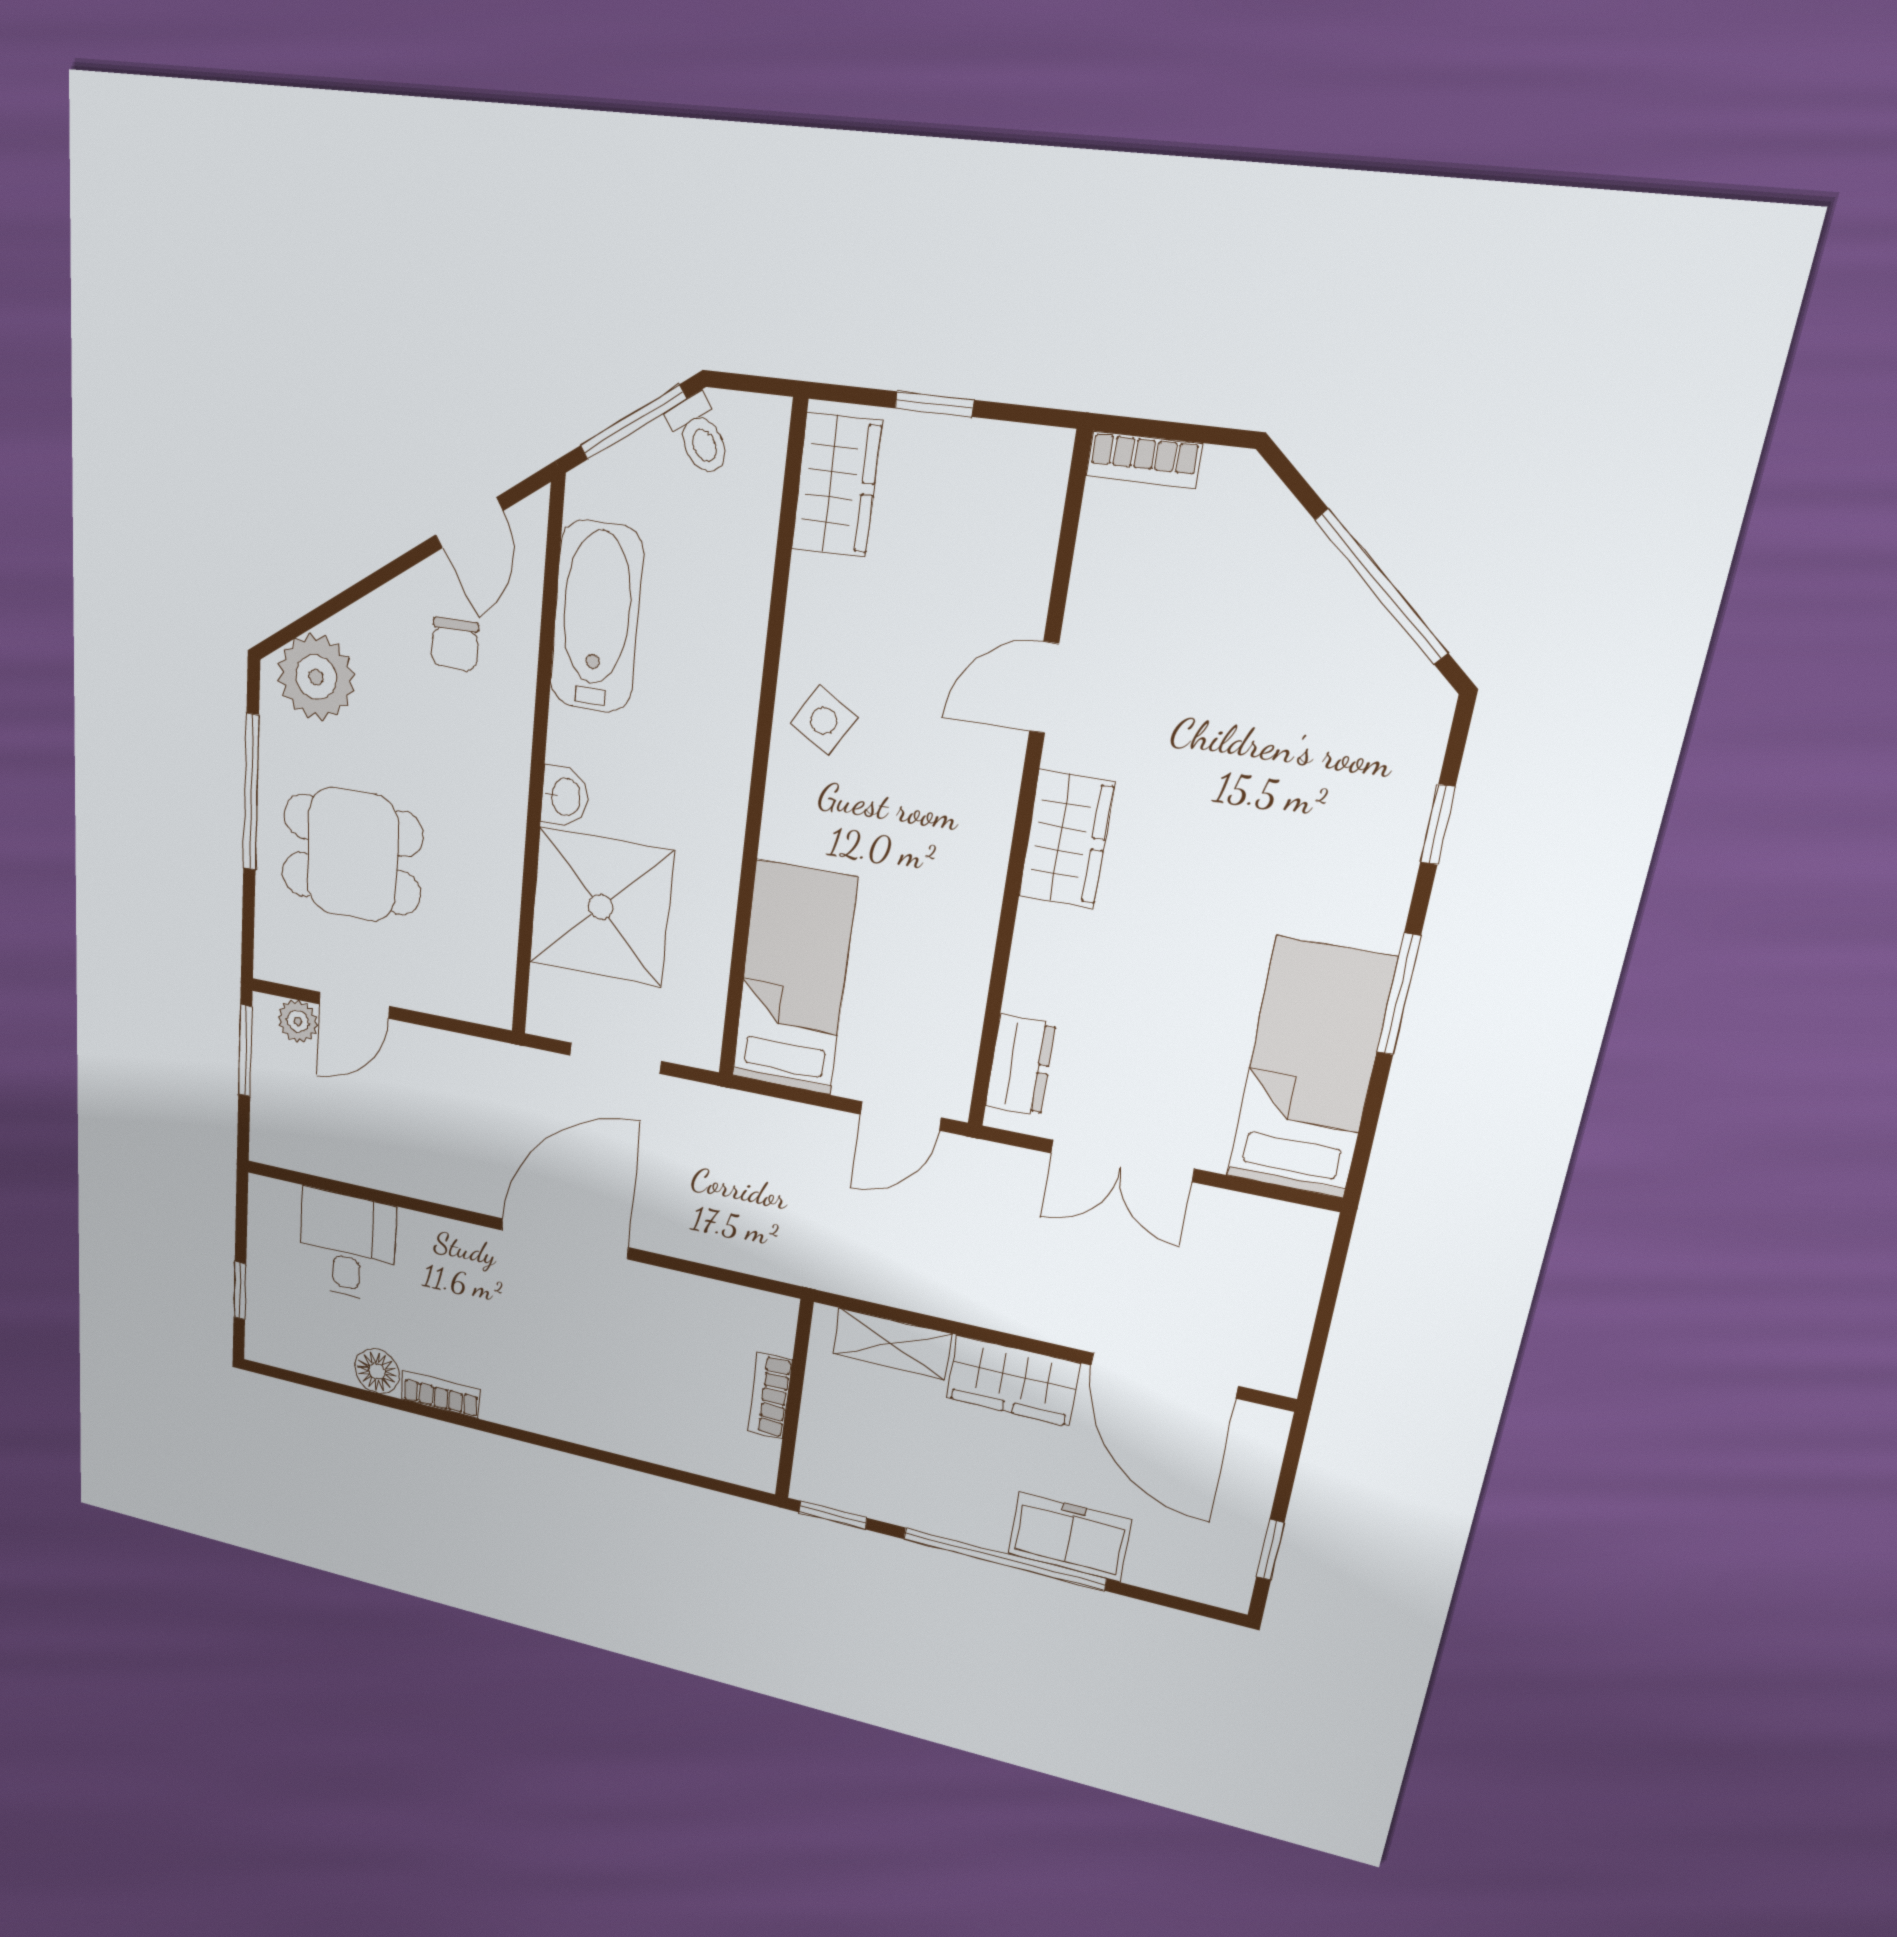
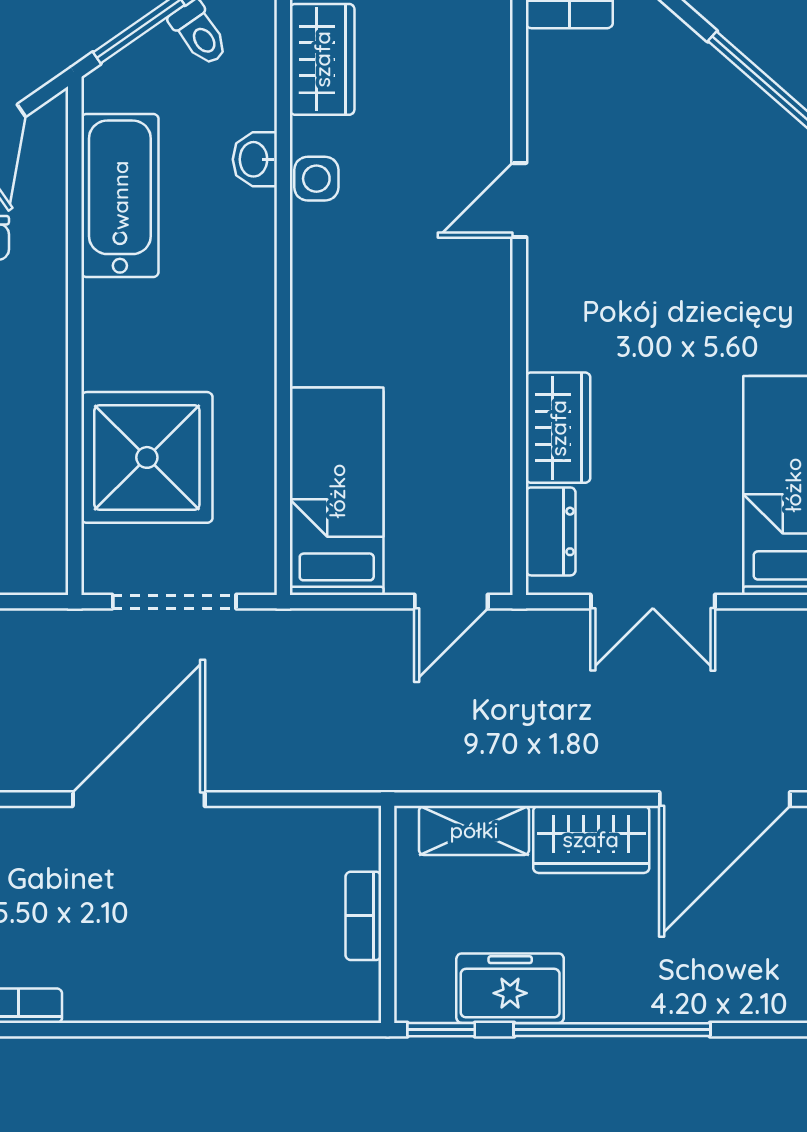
side table: (824, 721) -> (316, 179), moved, turned -31
washbasin: (565, 797) -> (255, 159), moved, turned 180
wardrobe: (1066, 839) -> (558, 428), moved
doorway: (615, 1058) -> (174, 602), width x1.38
door: (1164, 1376) -> (725, 799), hinge flipped
freezer: (1069, 1537) -> (510, 988), moved

